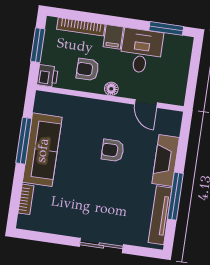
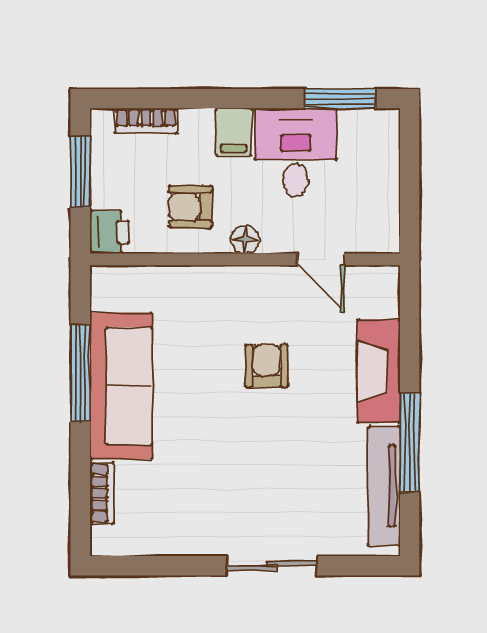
bookcase: (81, 27) -> (146, 121), width x0.64
armchair: (113, 150) -> (267, 366), turned 90

